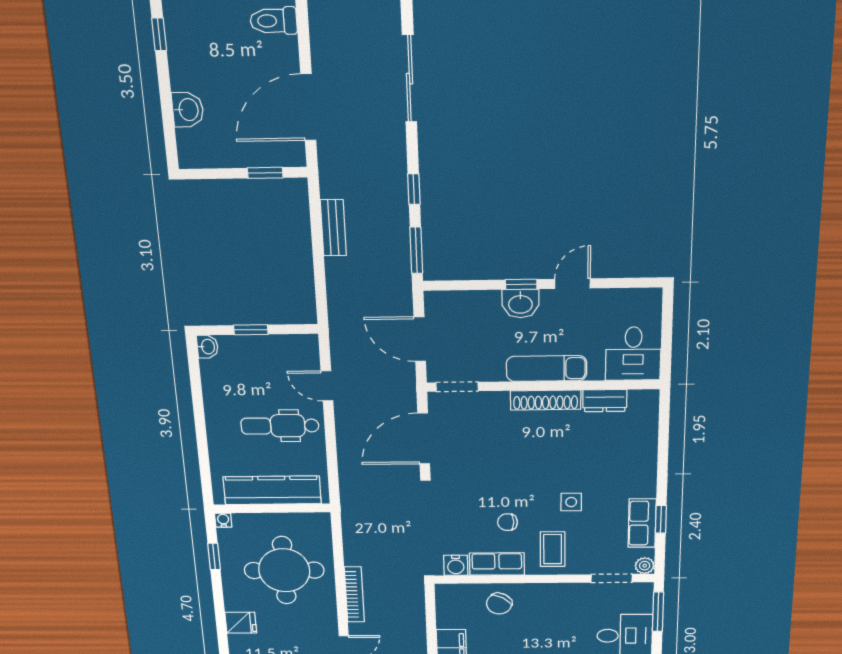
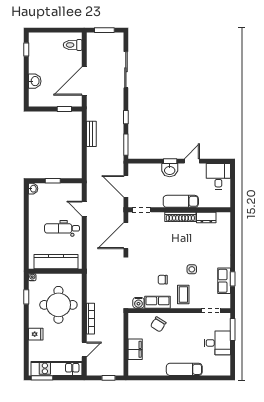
desk: (633, 354) -> (218, 176), moved, turned 180
plant: (645, 566) -> (226, 304), removed

